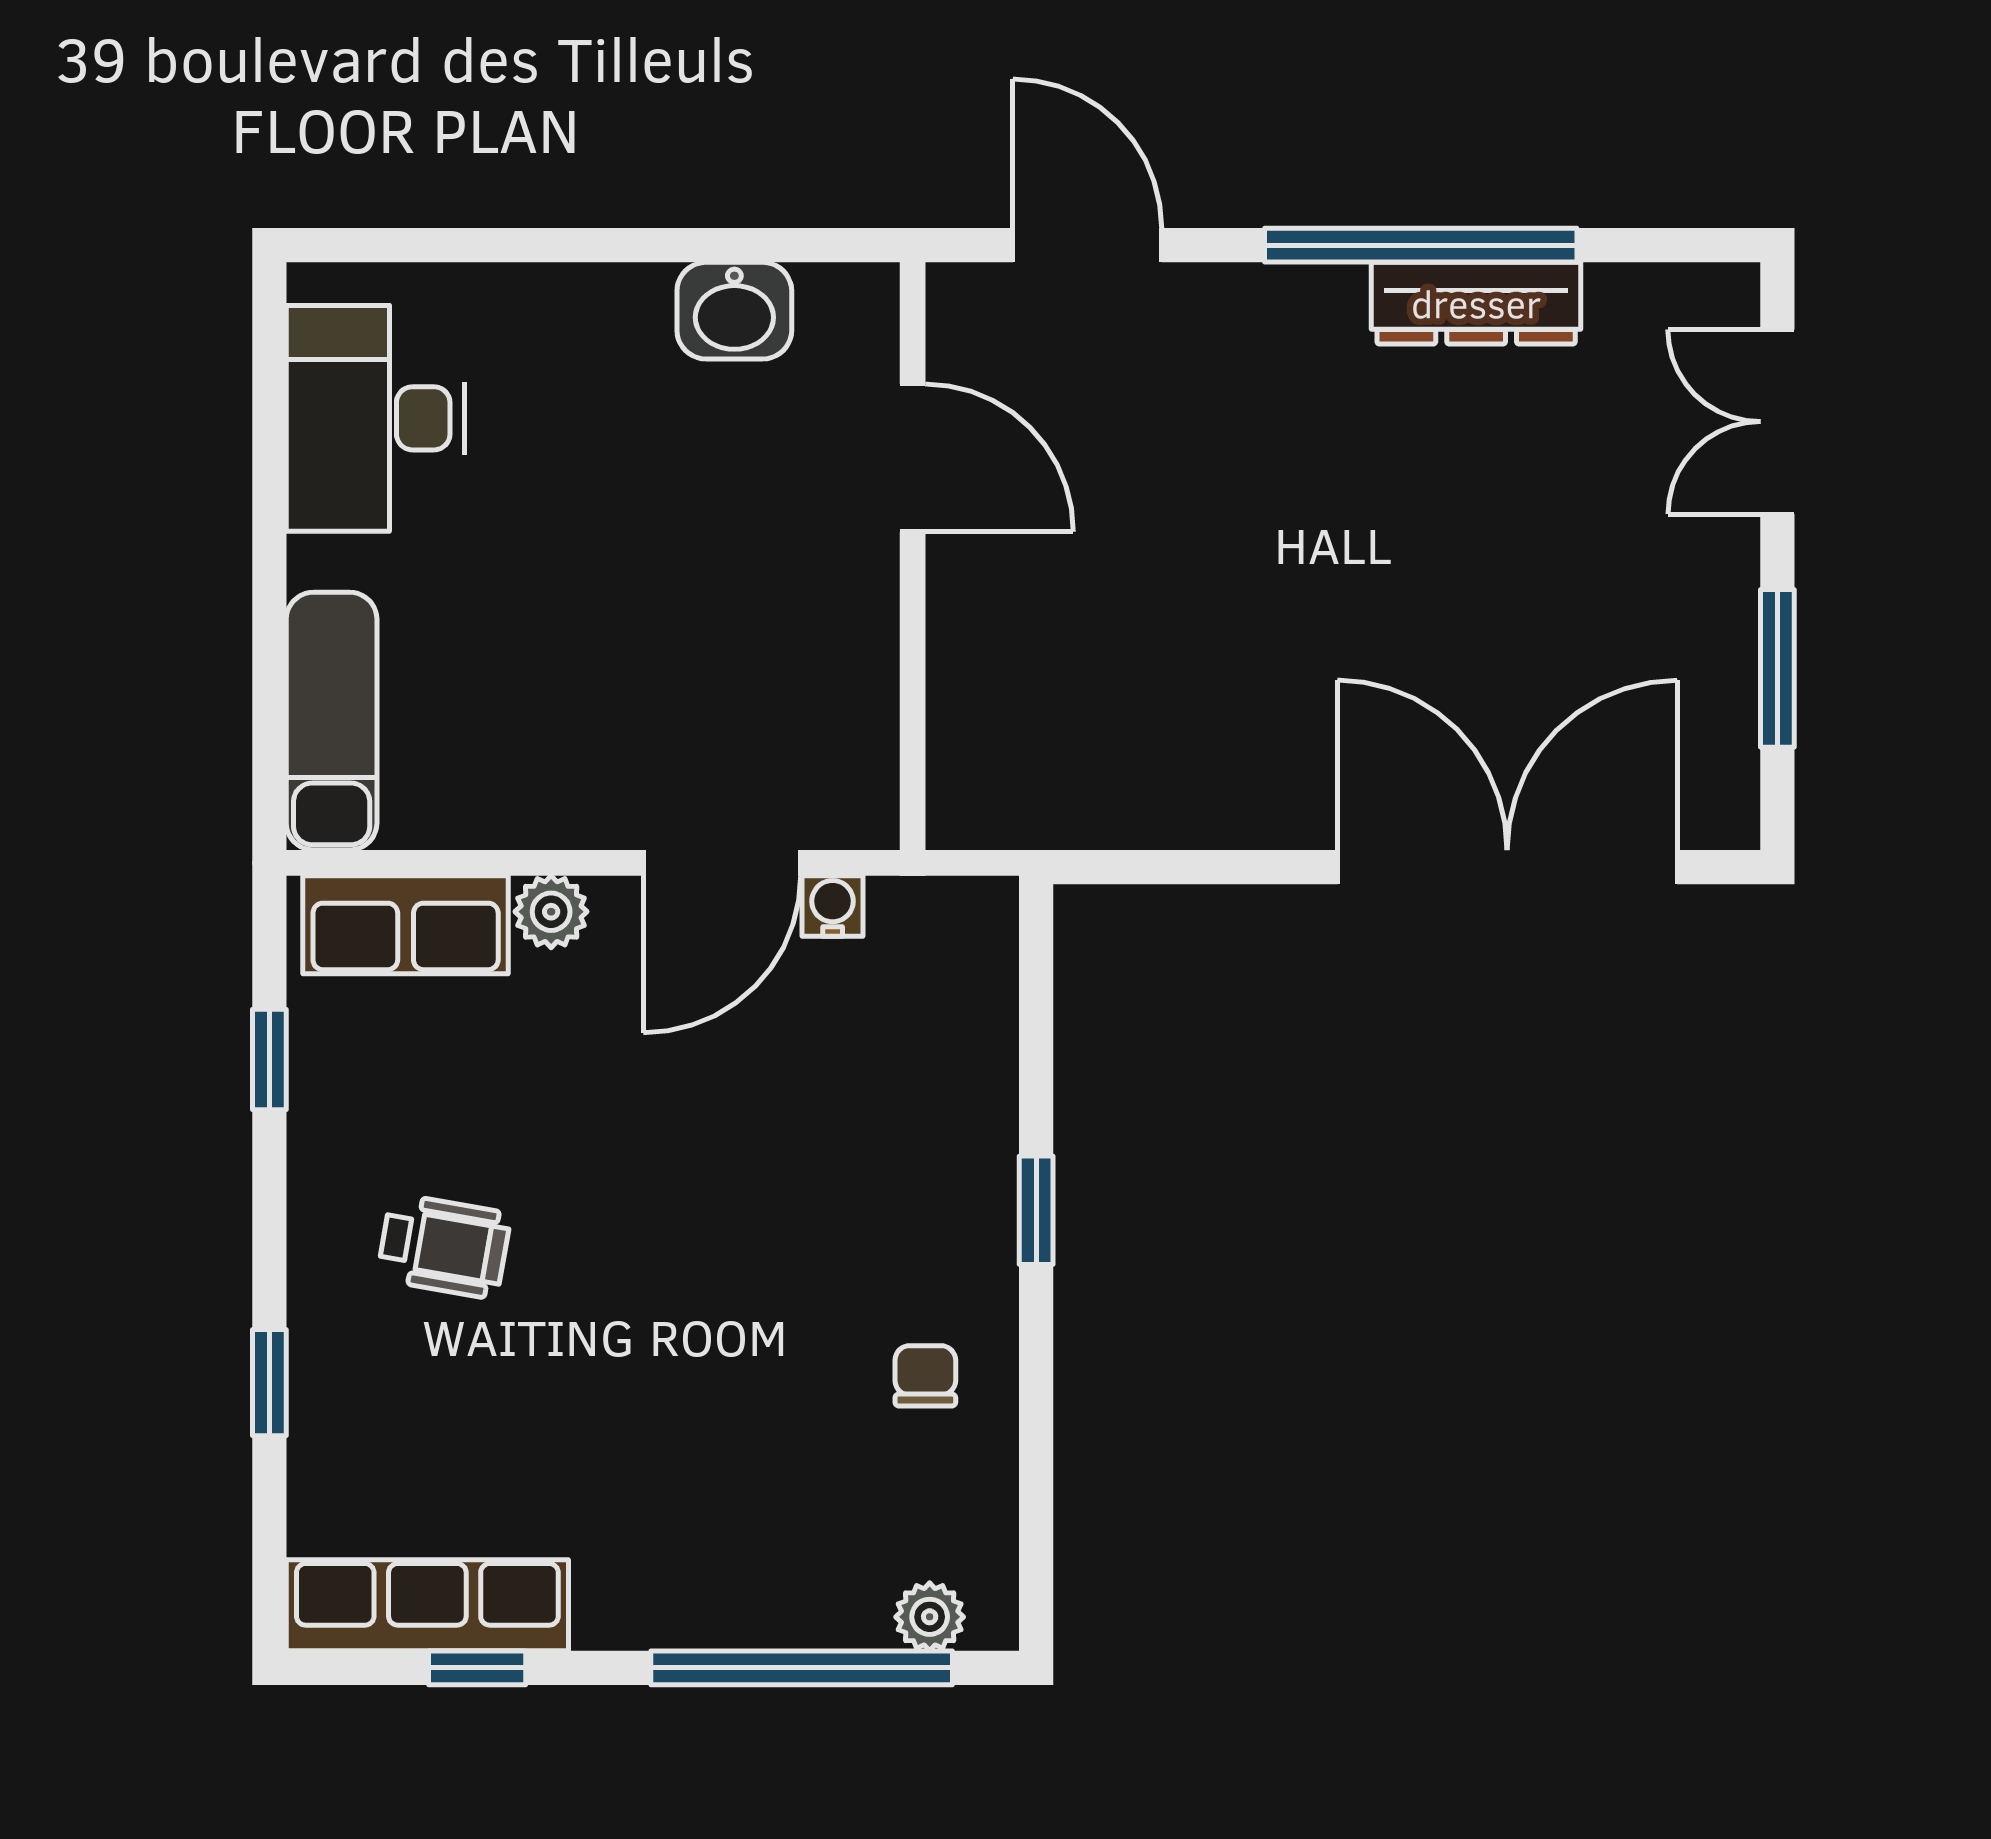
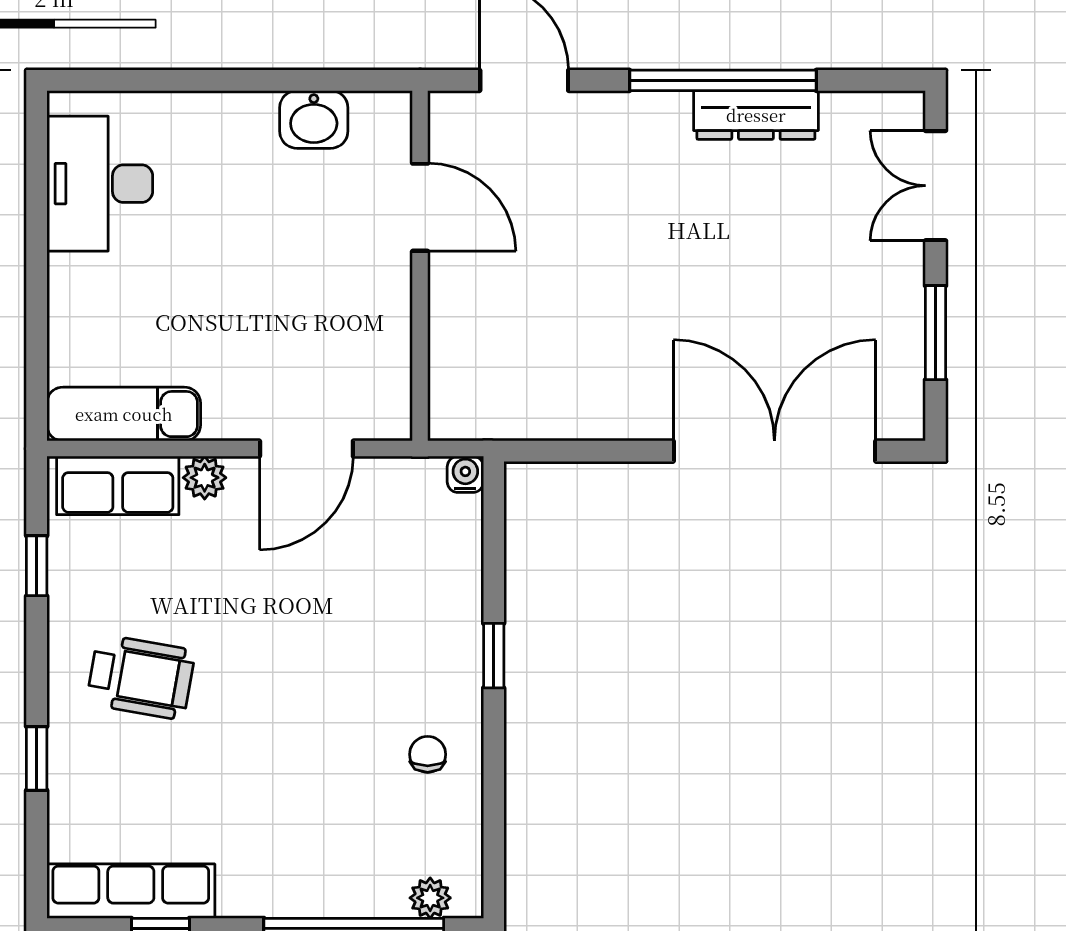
exam couch: (332, 721) -> (124, 414), moved, turned -90
water cooler: (833, 906) -> (465, 474), moved
wheelchair: (444, 1246) -> (141, 677), width x1.36, depth x1.37

